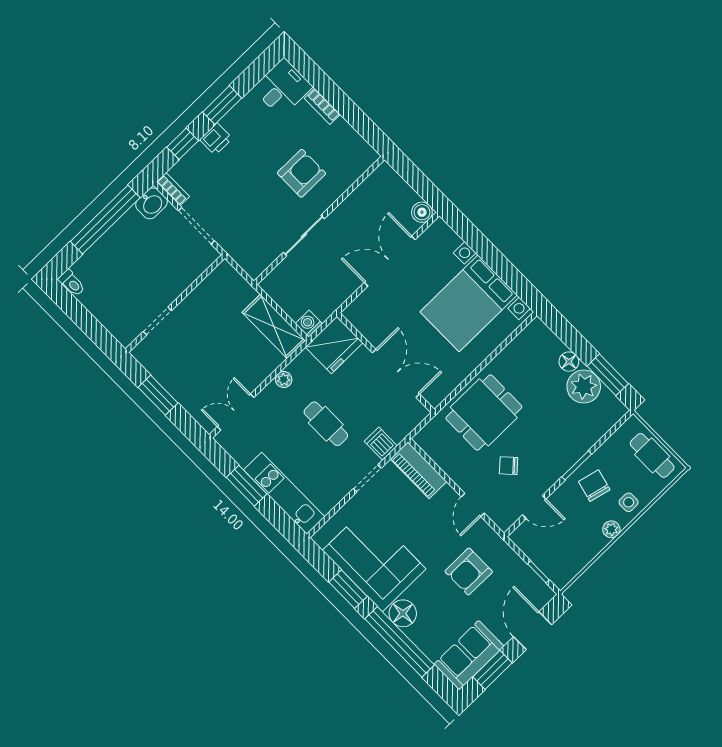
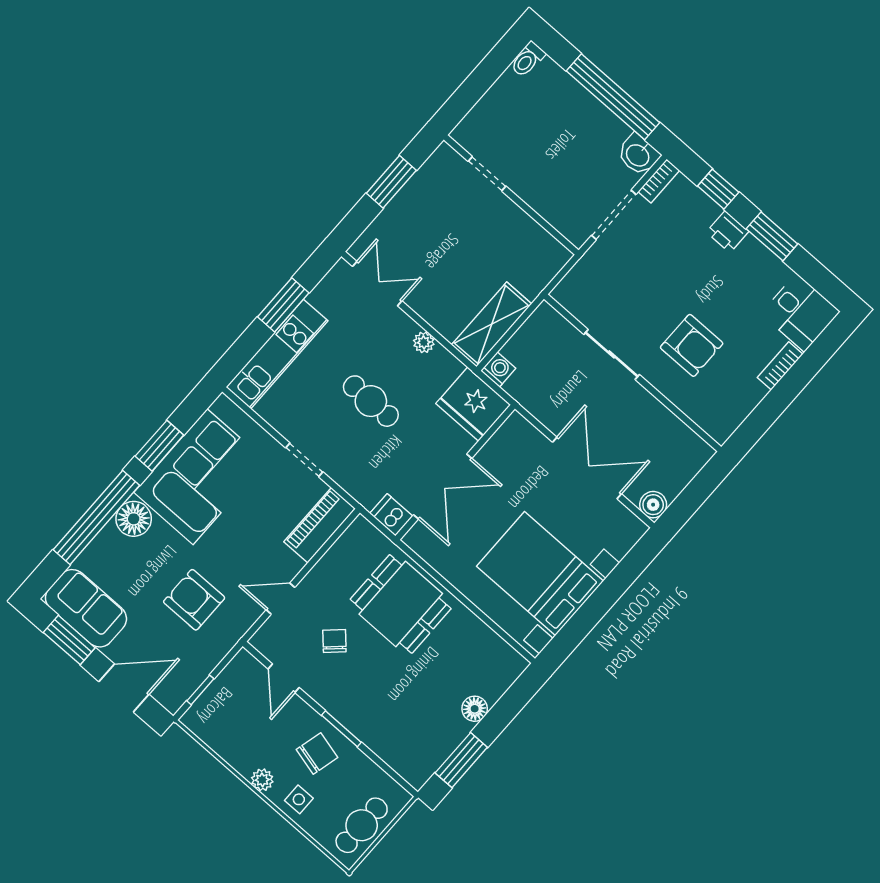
plant: (584, 386) -> (444, 730), removed
cafe table: (326, 424) -> (371, 401), turned 90
dishwasher: (381, 444) -> (391, 515), moved, turned -90

